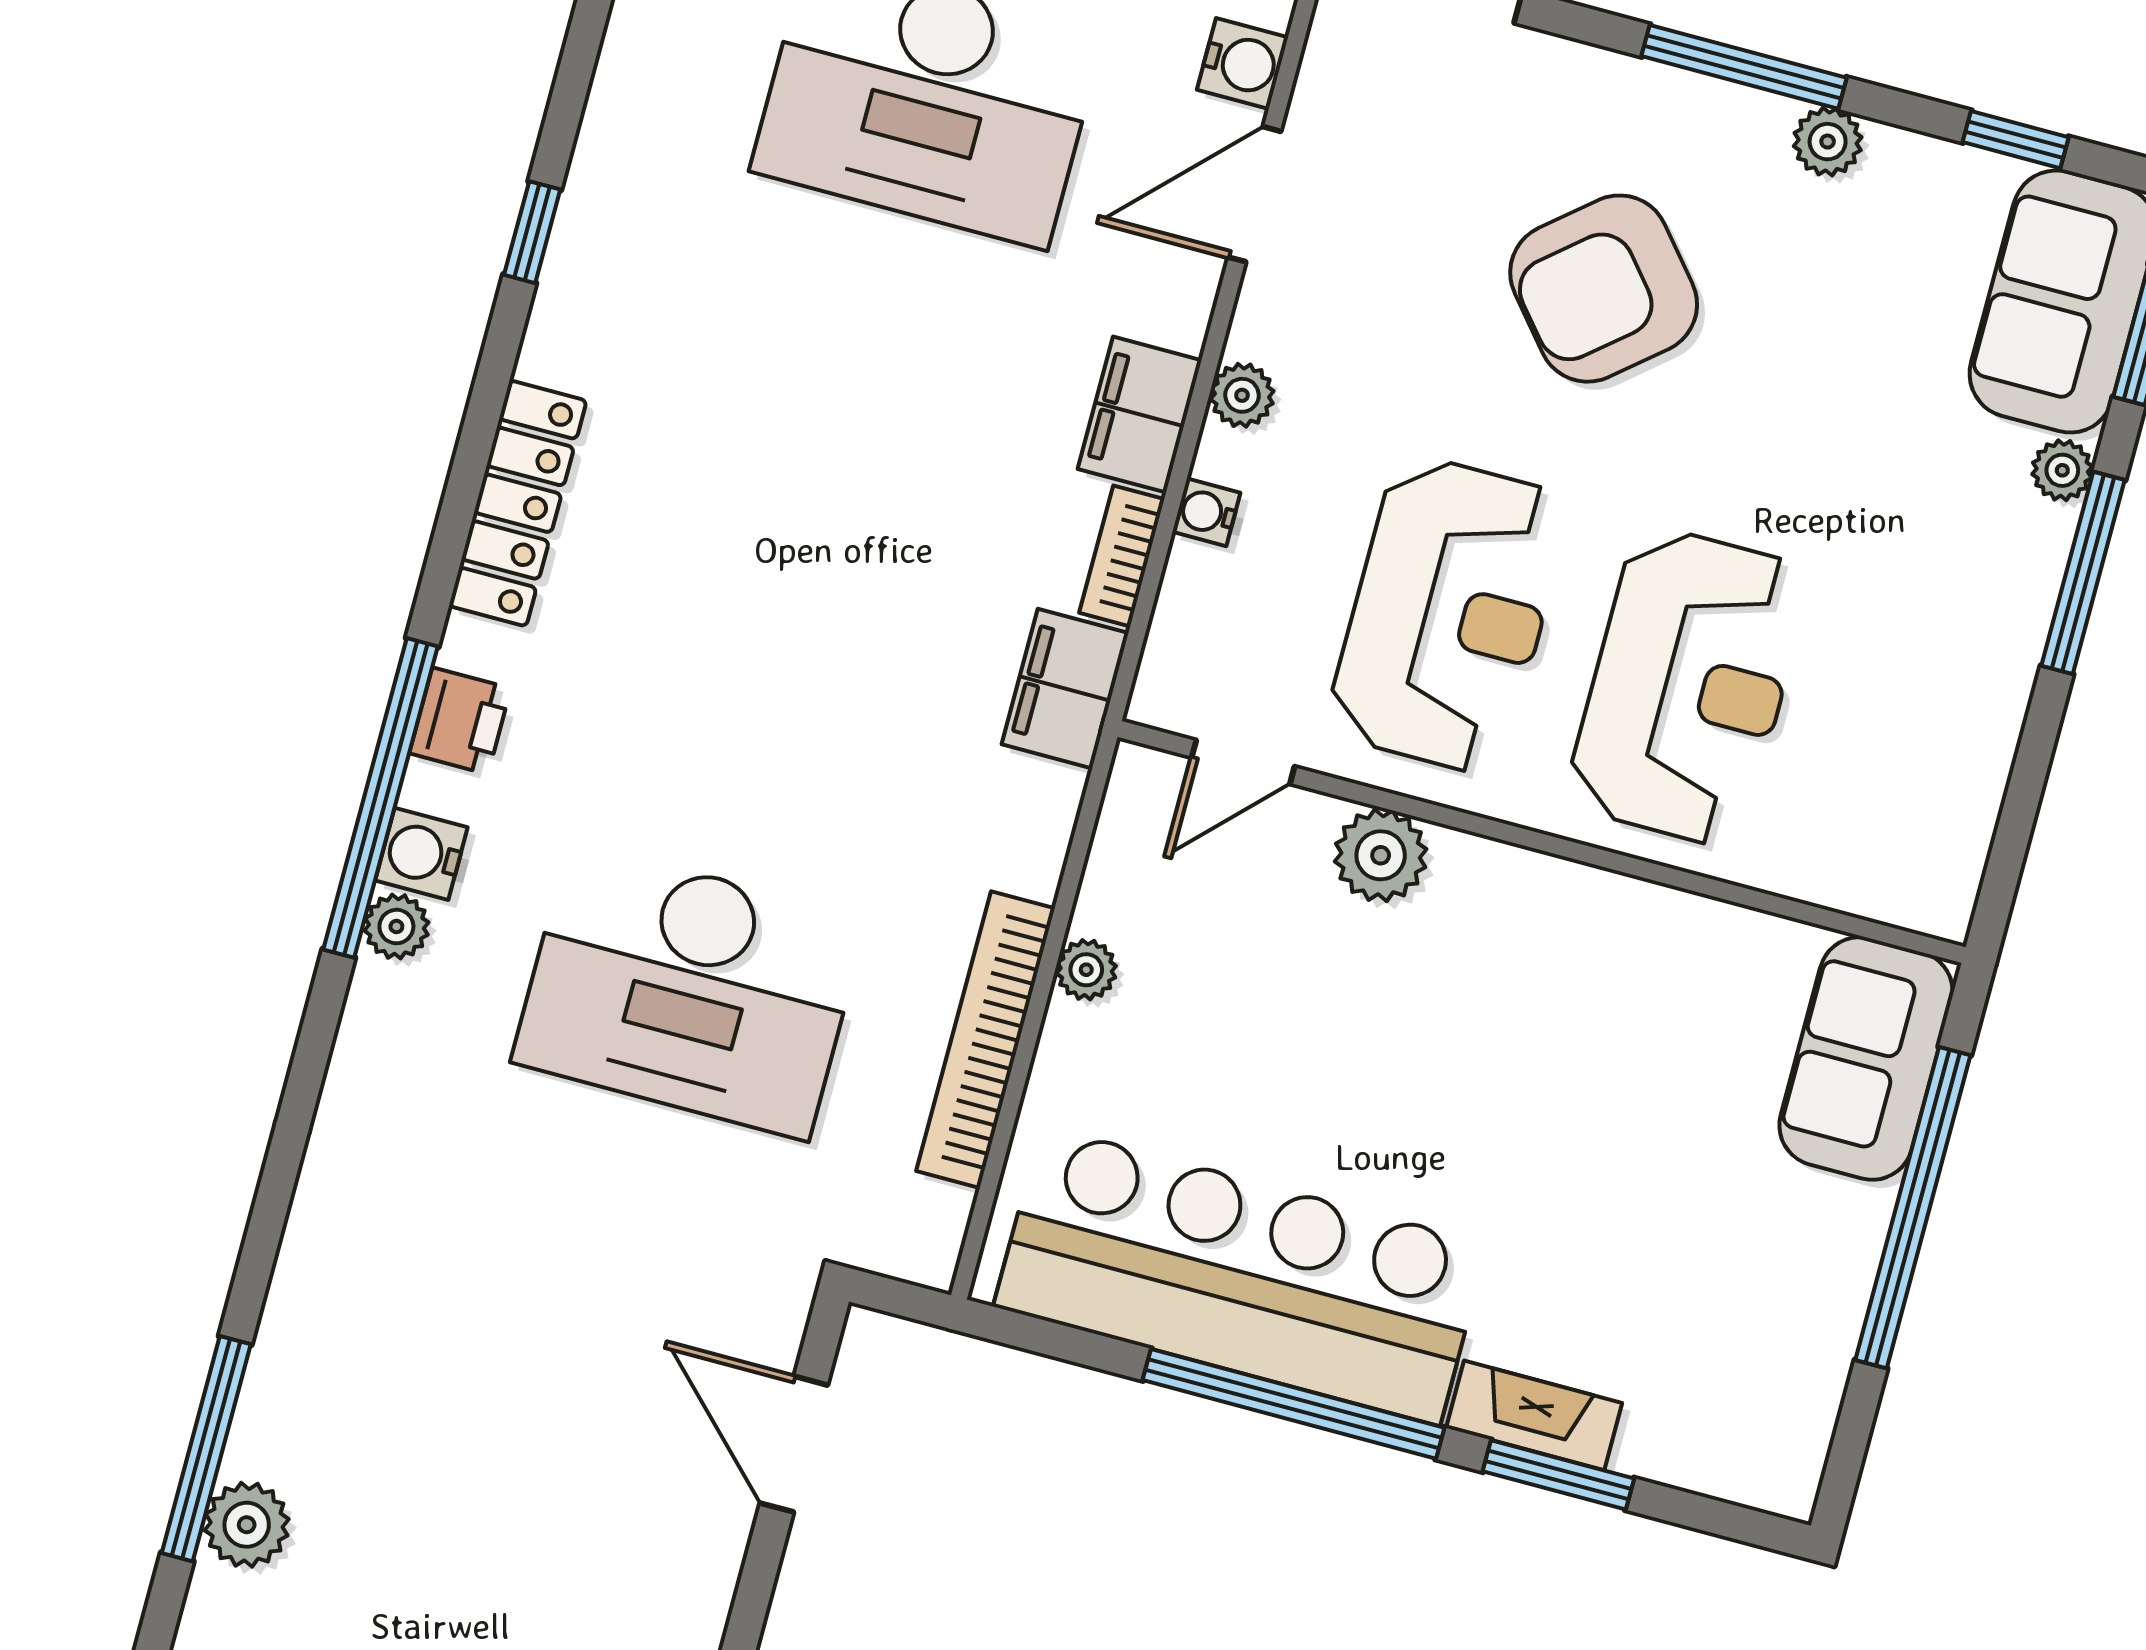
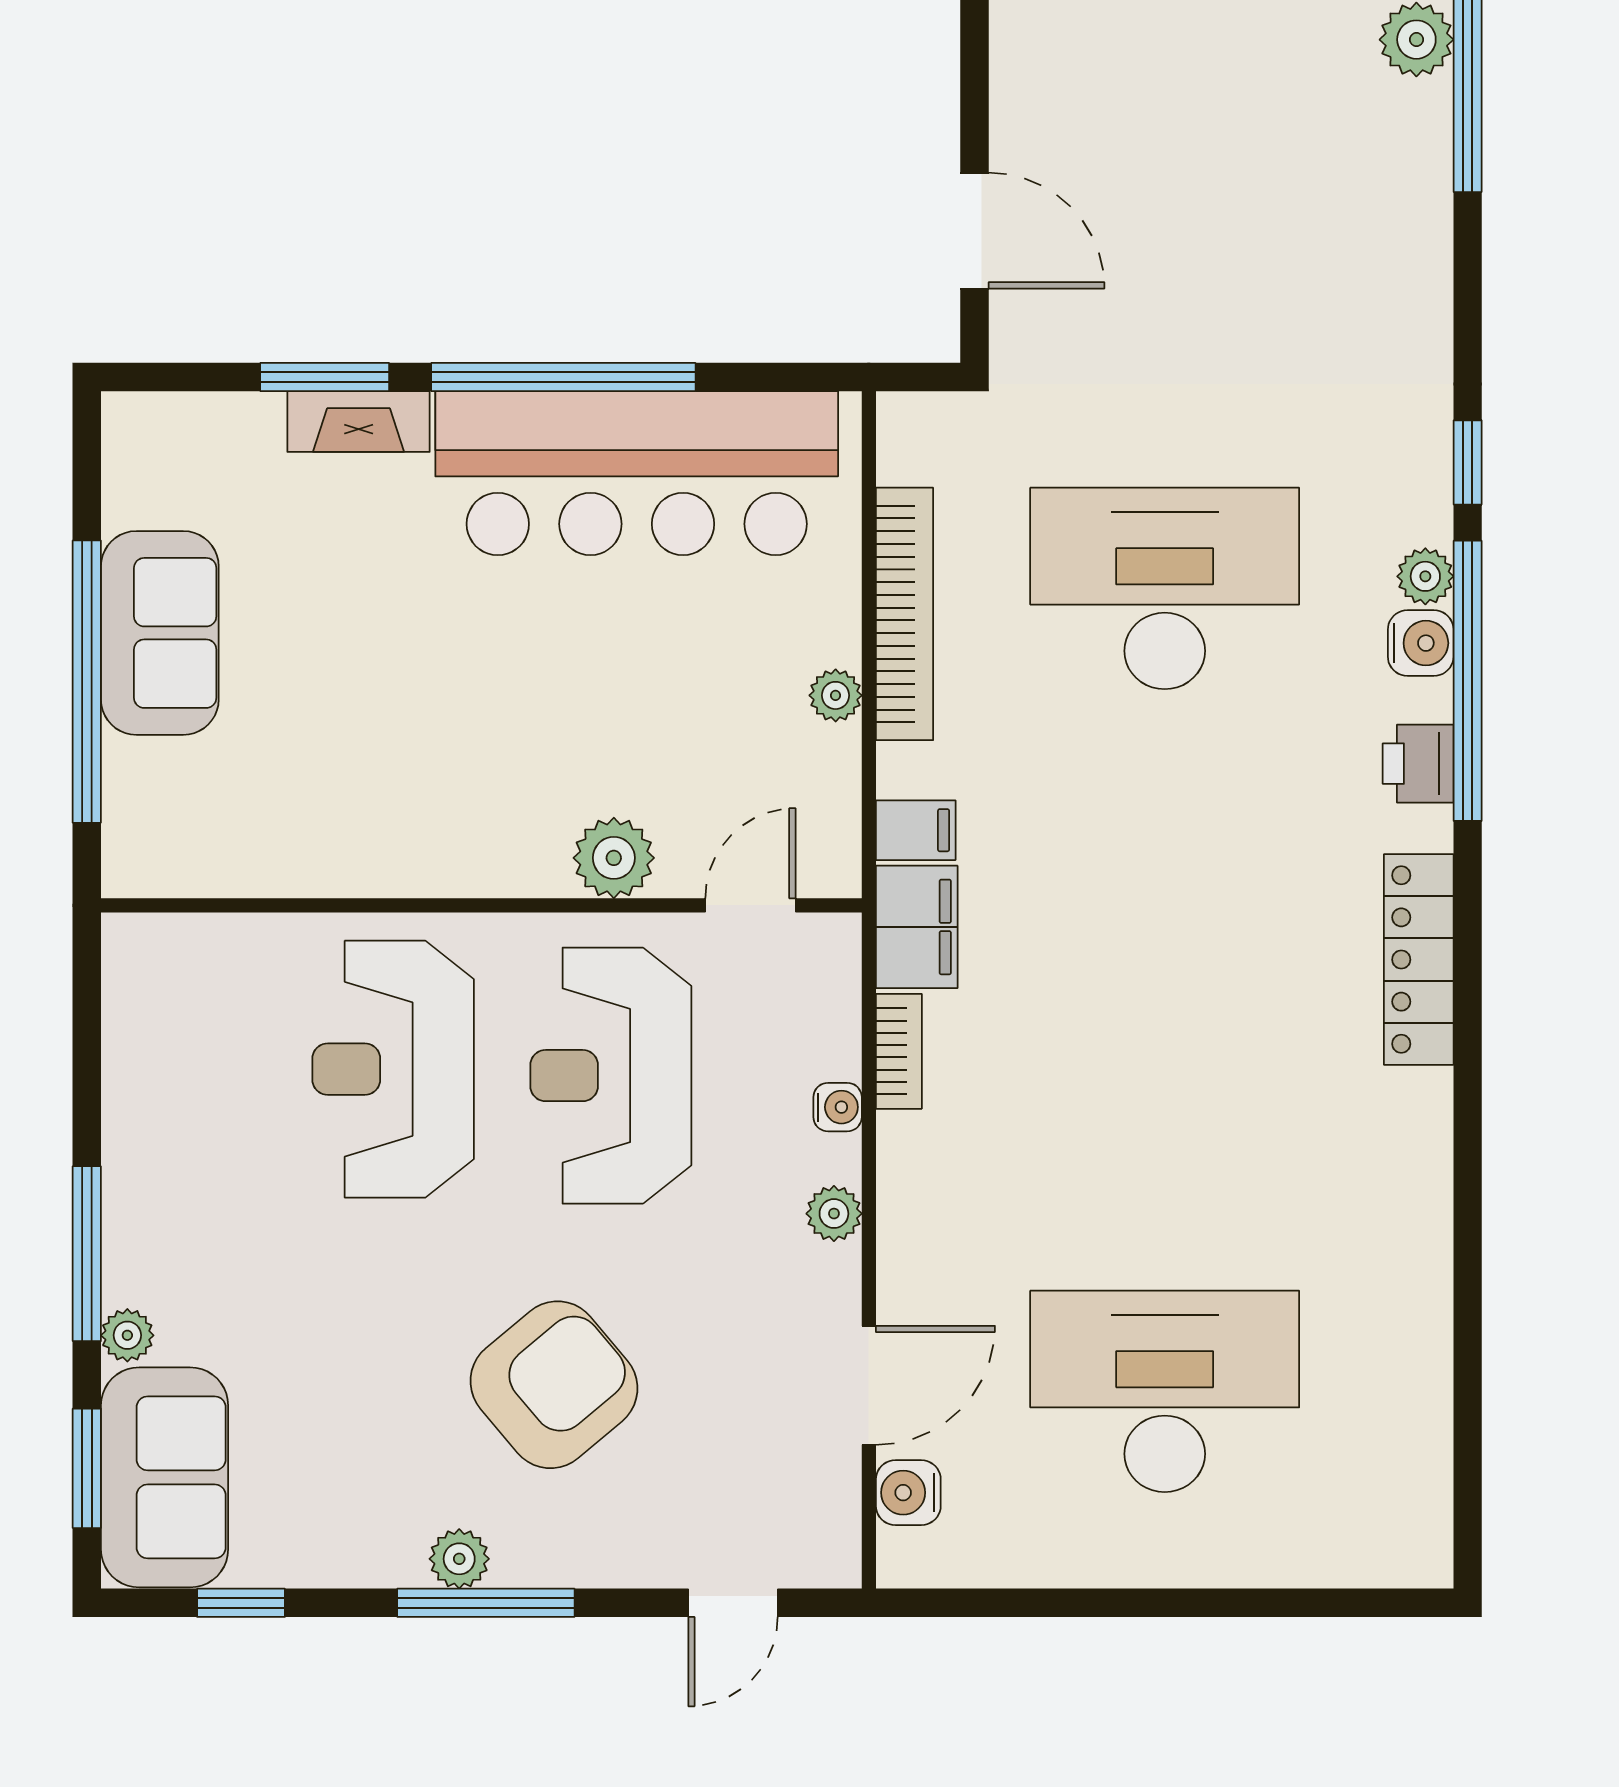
plant: (1828, 142) -> (459, 1559), moved
window: (532, 232) -> (1468, 462), moved
filing cabinet: (1140, 415) -> (916, 830), moved, width x0.50
sofa: (1866, 1058) -> (160, 633), moved

